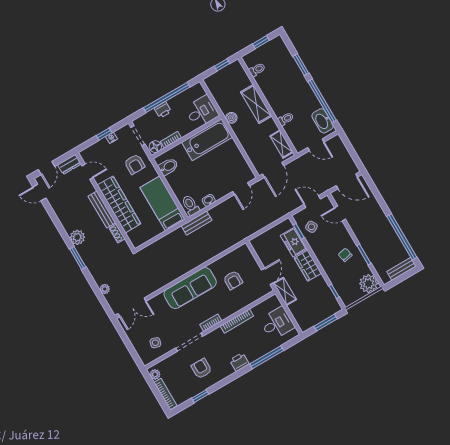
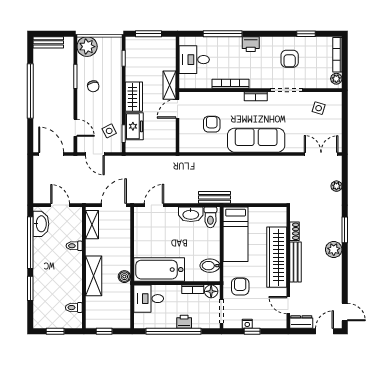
washbasin: (209, 200) -> (191, 214), width x1.91, depth x1.45
window: (402, 237) -> (30, 91), moved

